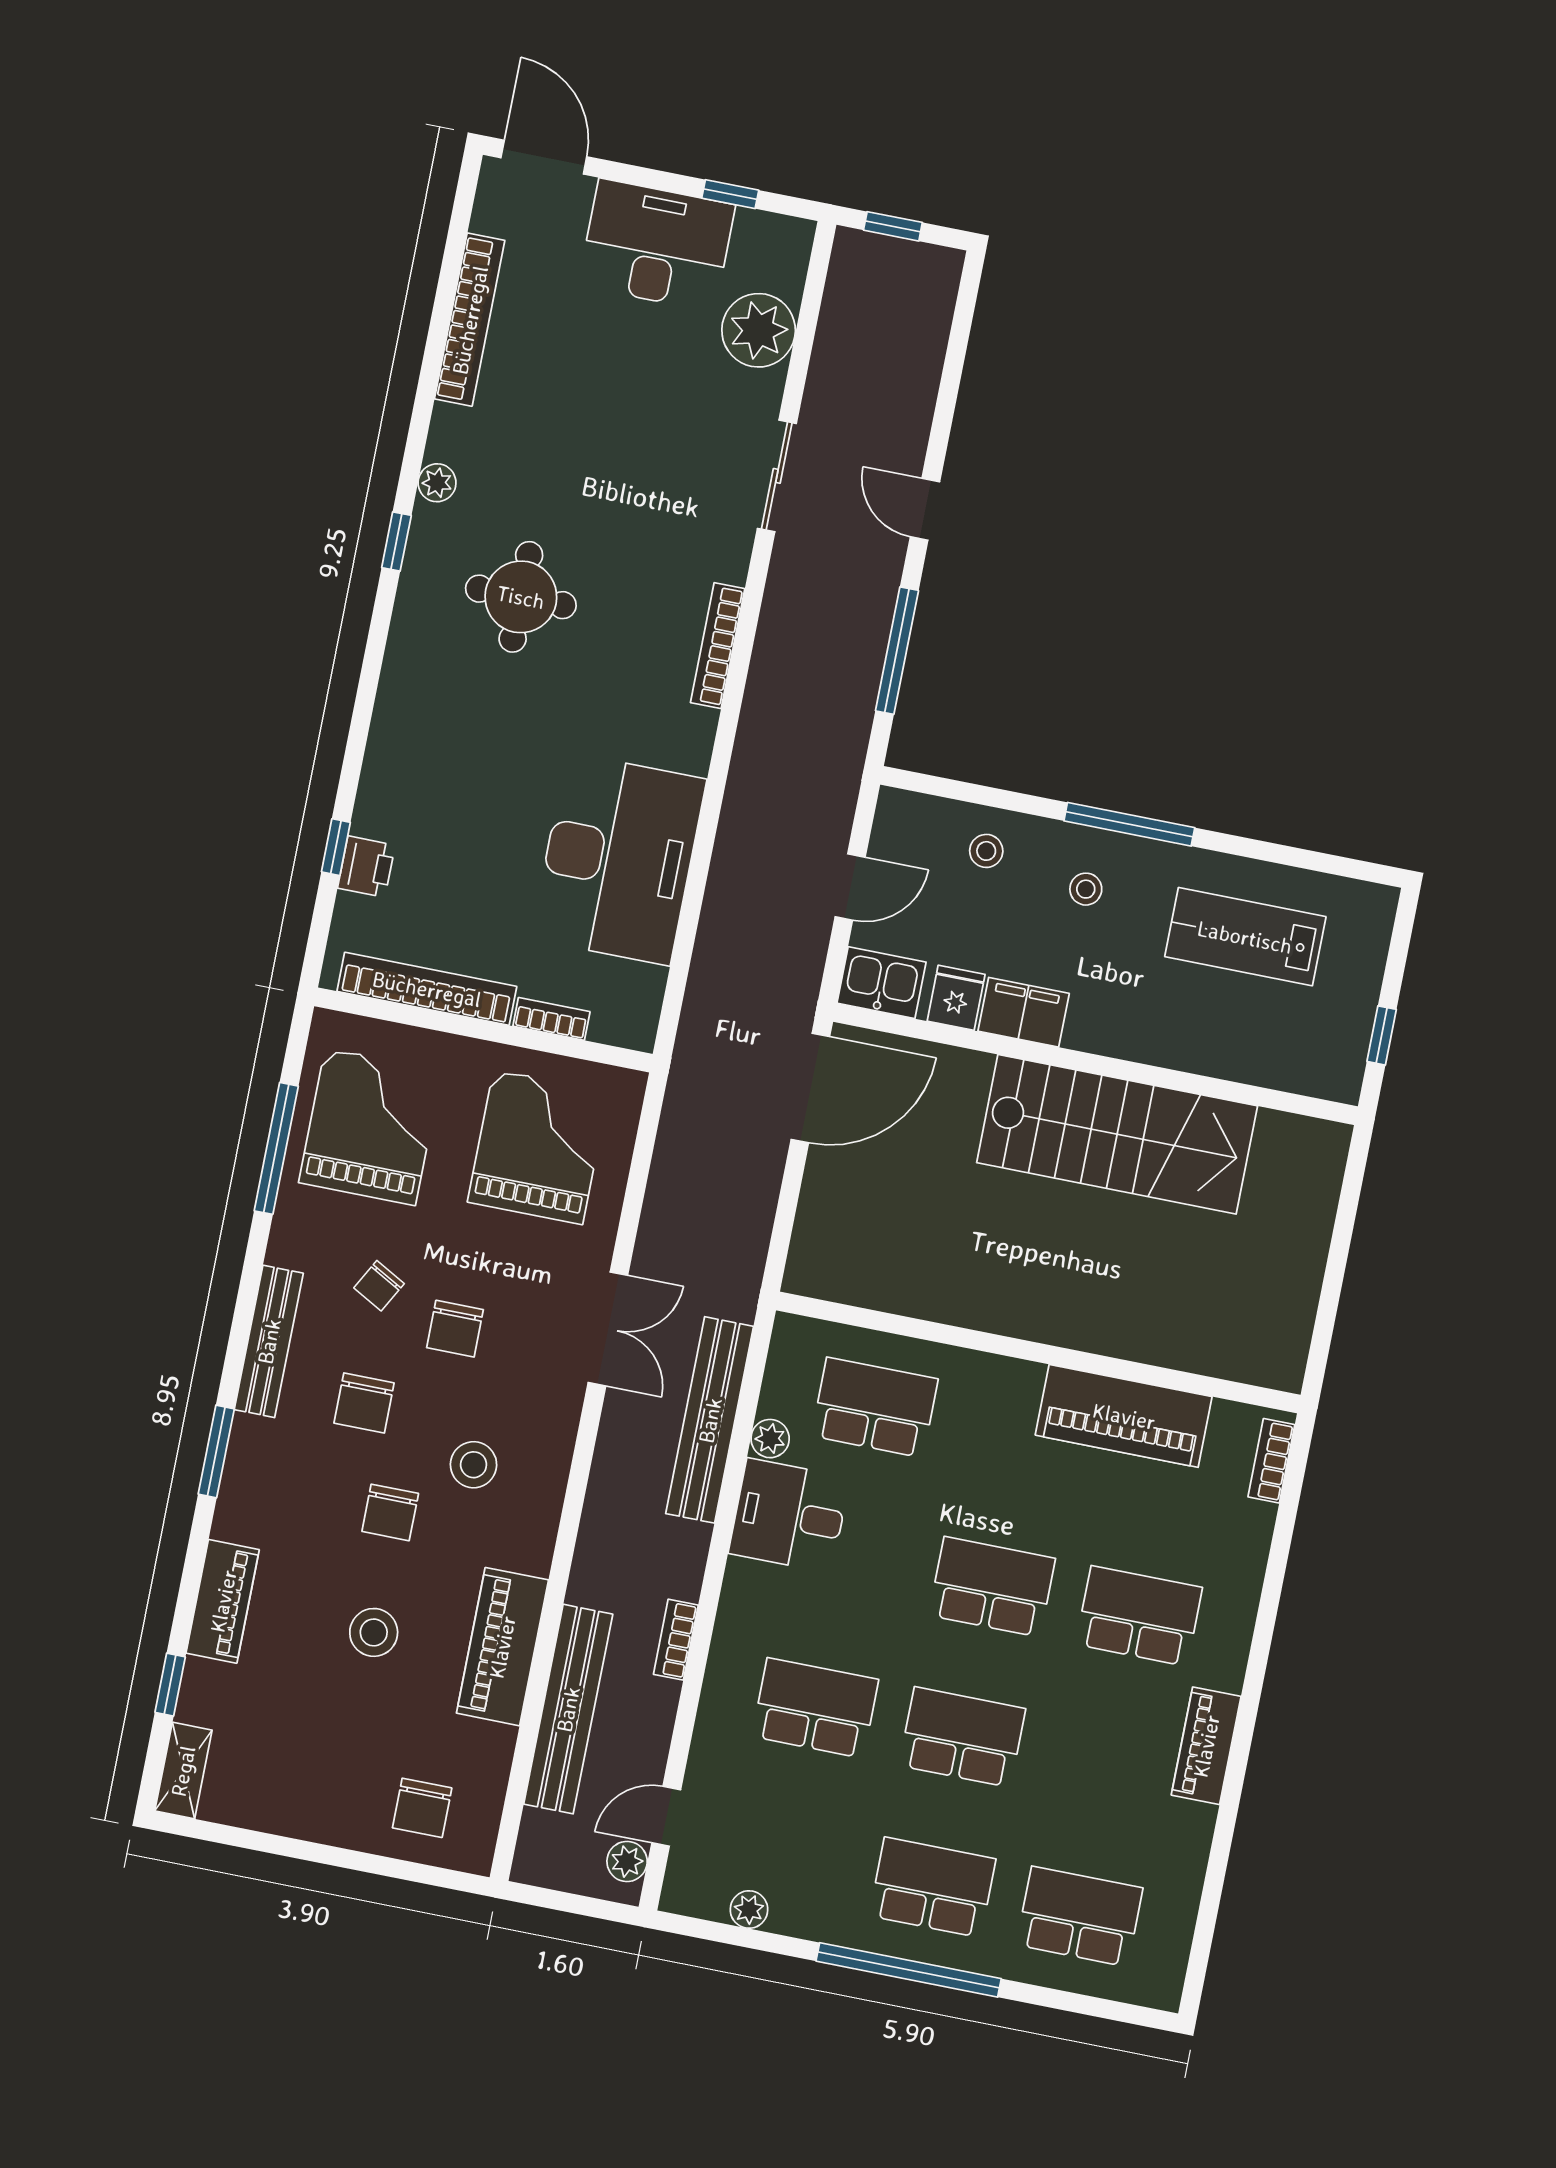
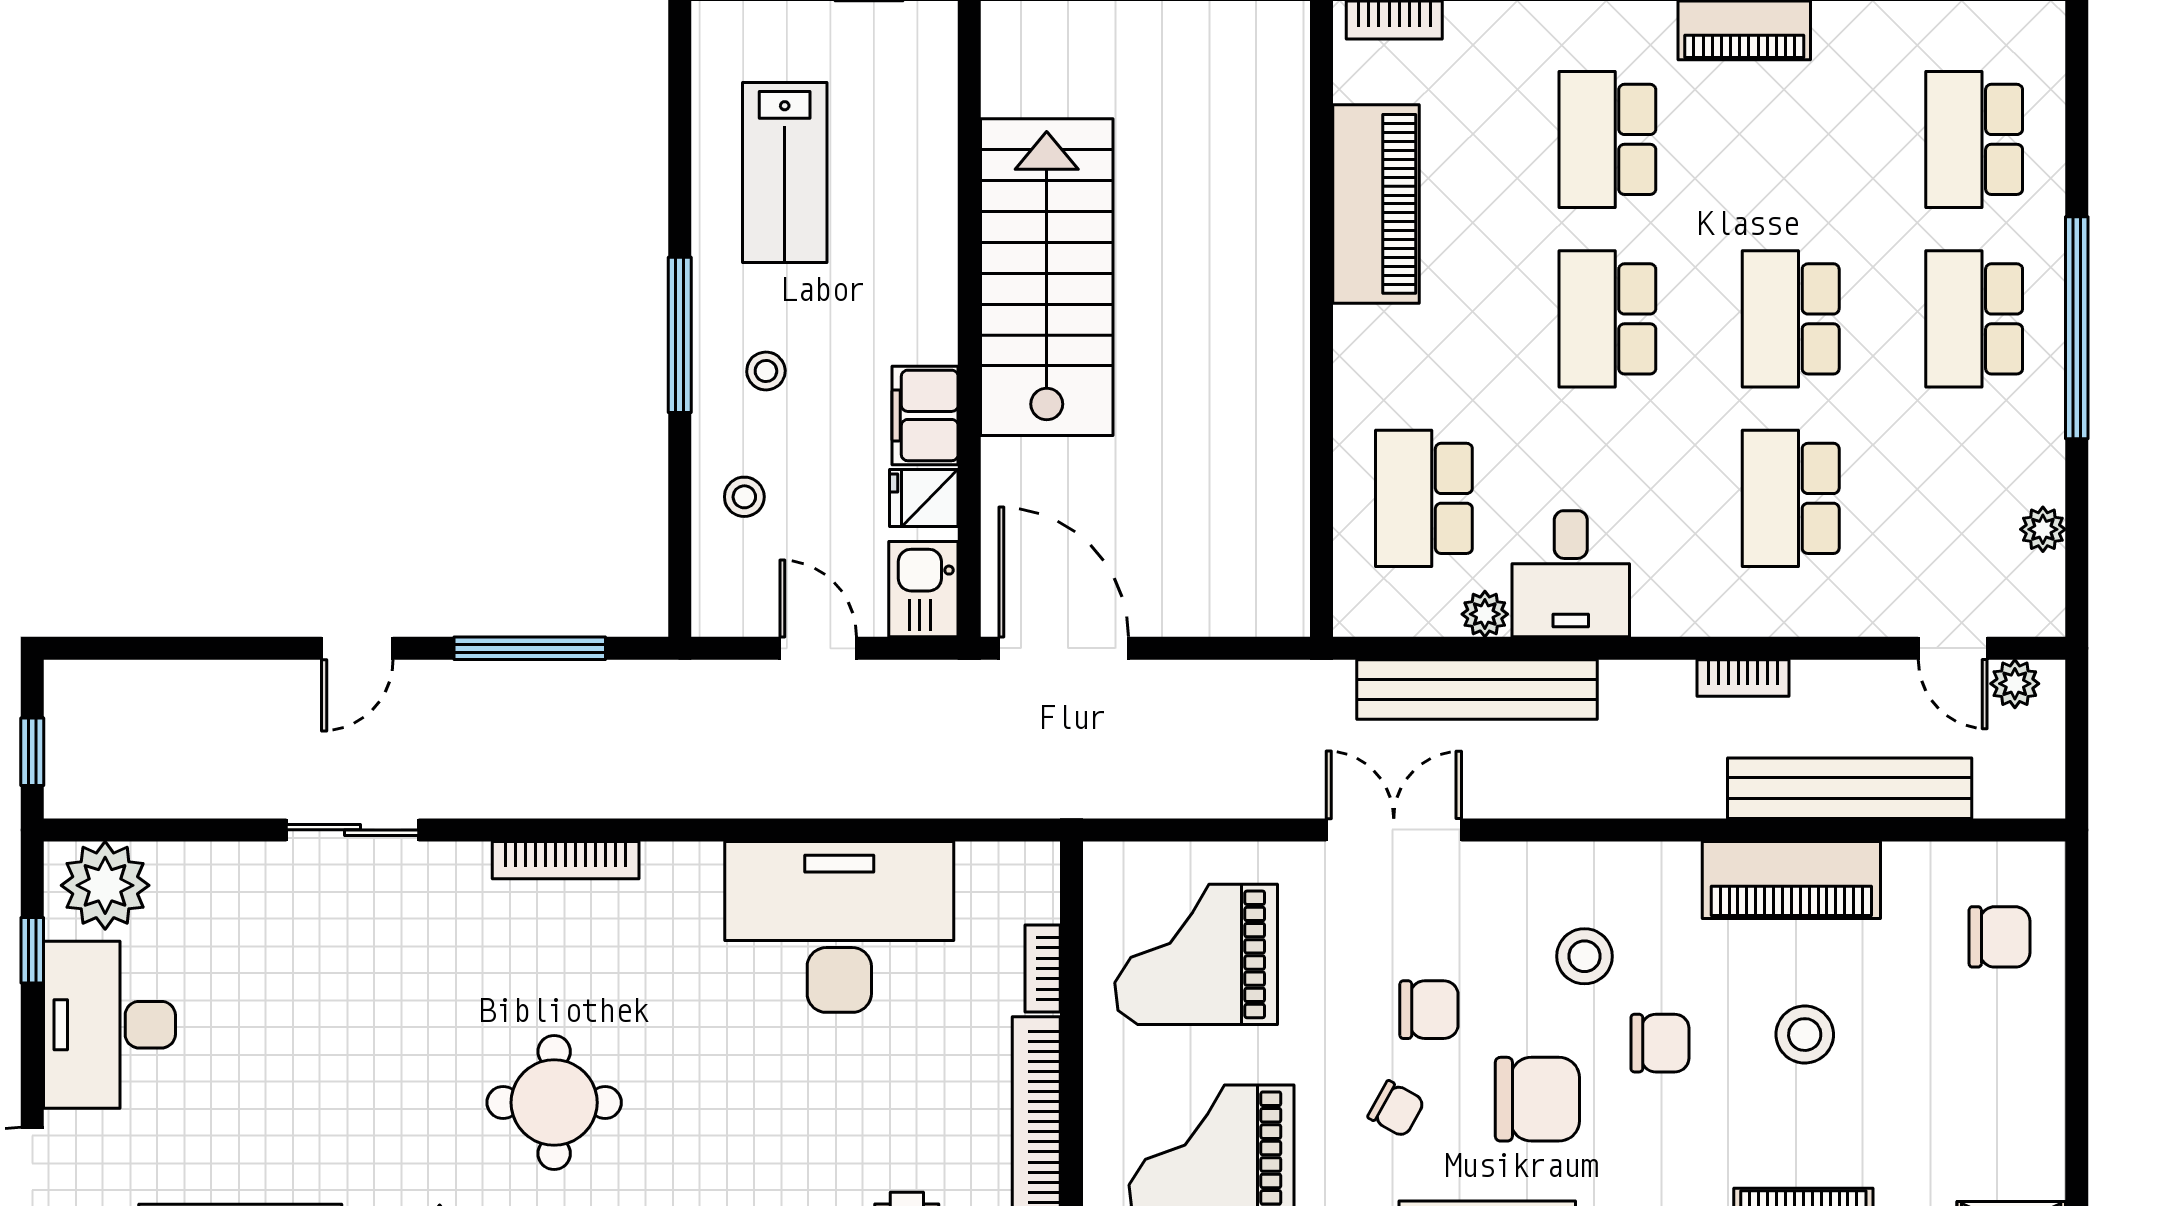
plant: (759, 330) -> (105, 885), moved
chair: (364, 1403) -> (1537, 1099), width x1.37, depth x1.37

